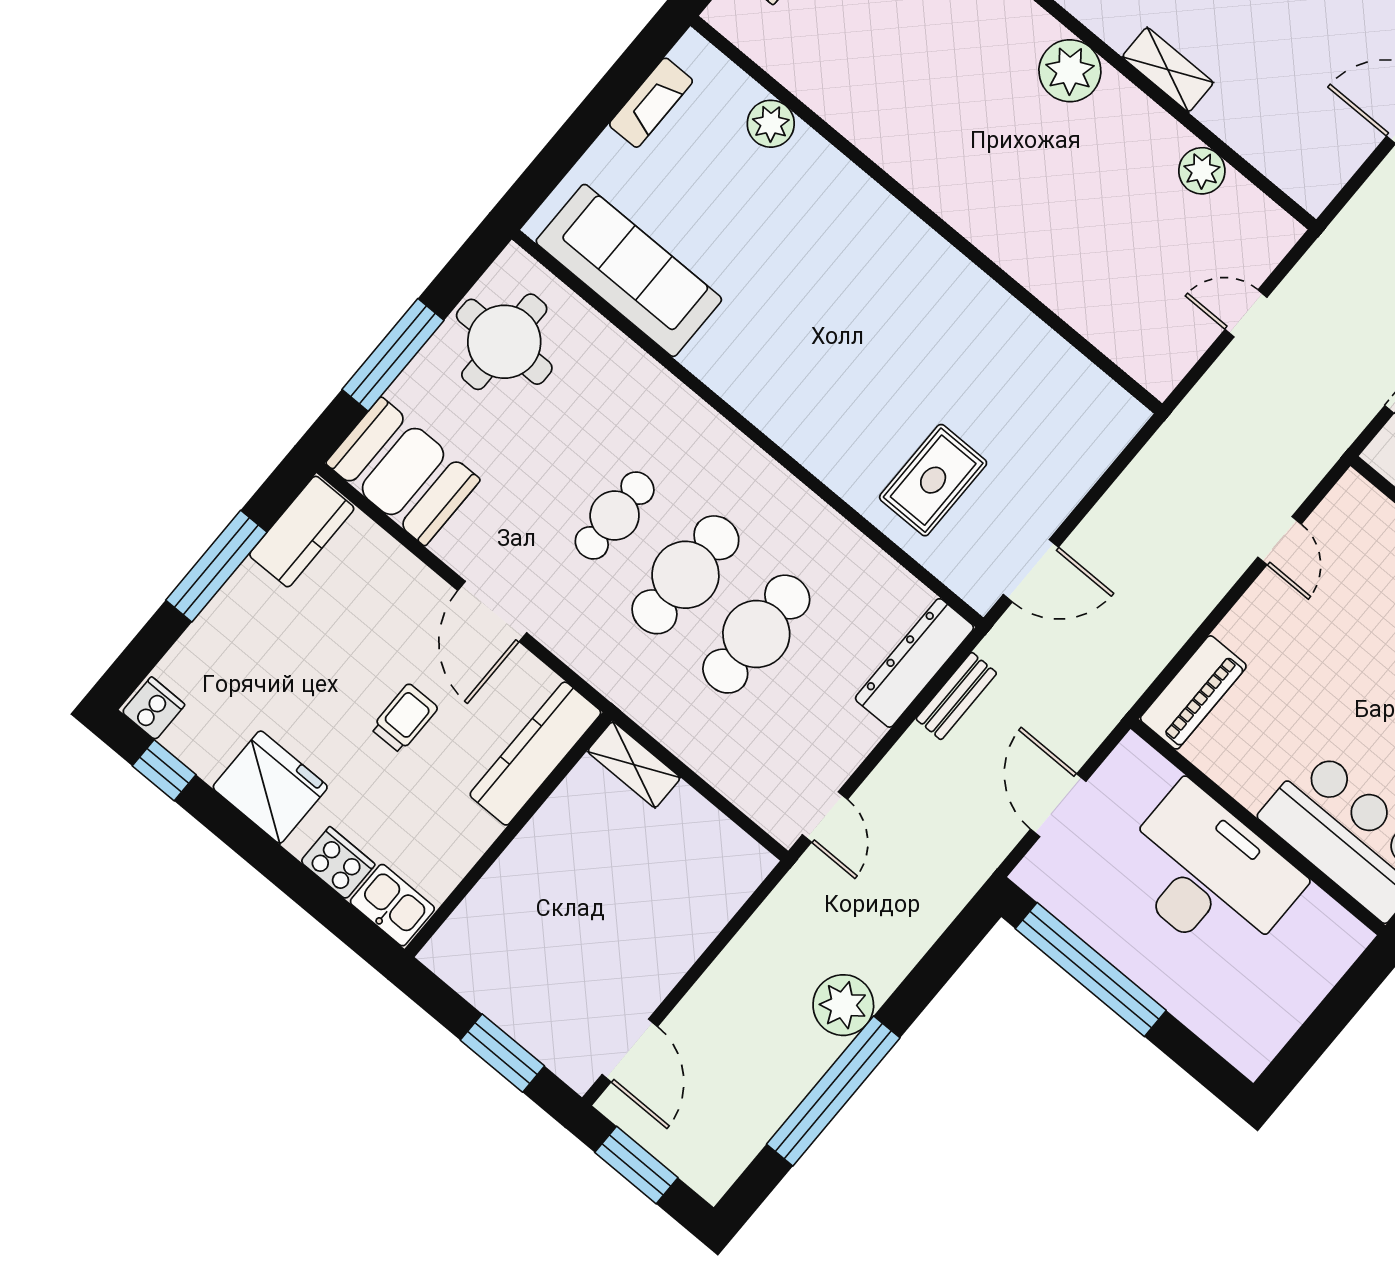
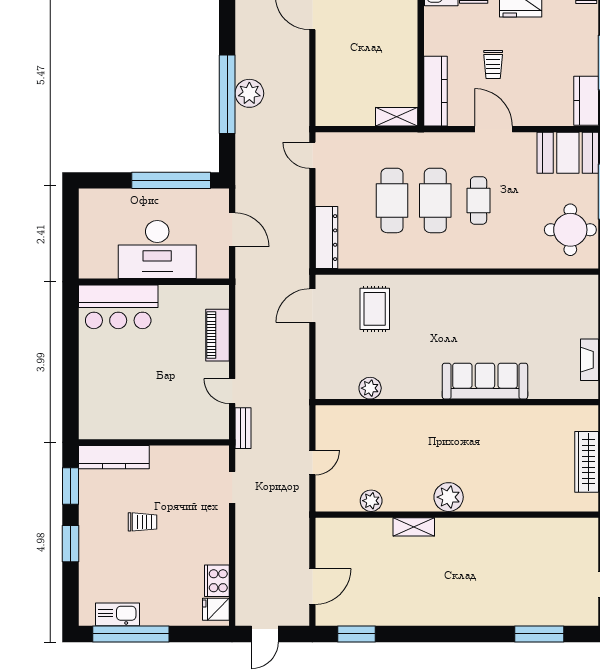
plant: (771, 124) -> (370, 388), moved
sofa: (629, 270) -> (485, 381), moved, turned 180
piano: (1193, 692) -> (217, 335), moved
bench: (956, 696) -> (243, 428), moved
window: (833, 1091) -> (227, 94), moved

